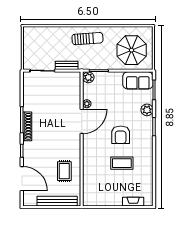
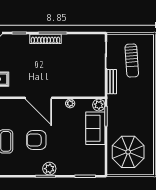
sun lounger: (87, 39) -> (132, 60), moved
sofa: (138, 80) -> (95, 128), moved
plant: (147, 110) -> (49, 169), moved
door: (82, 121) -> (38, 98), moved

